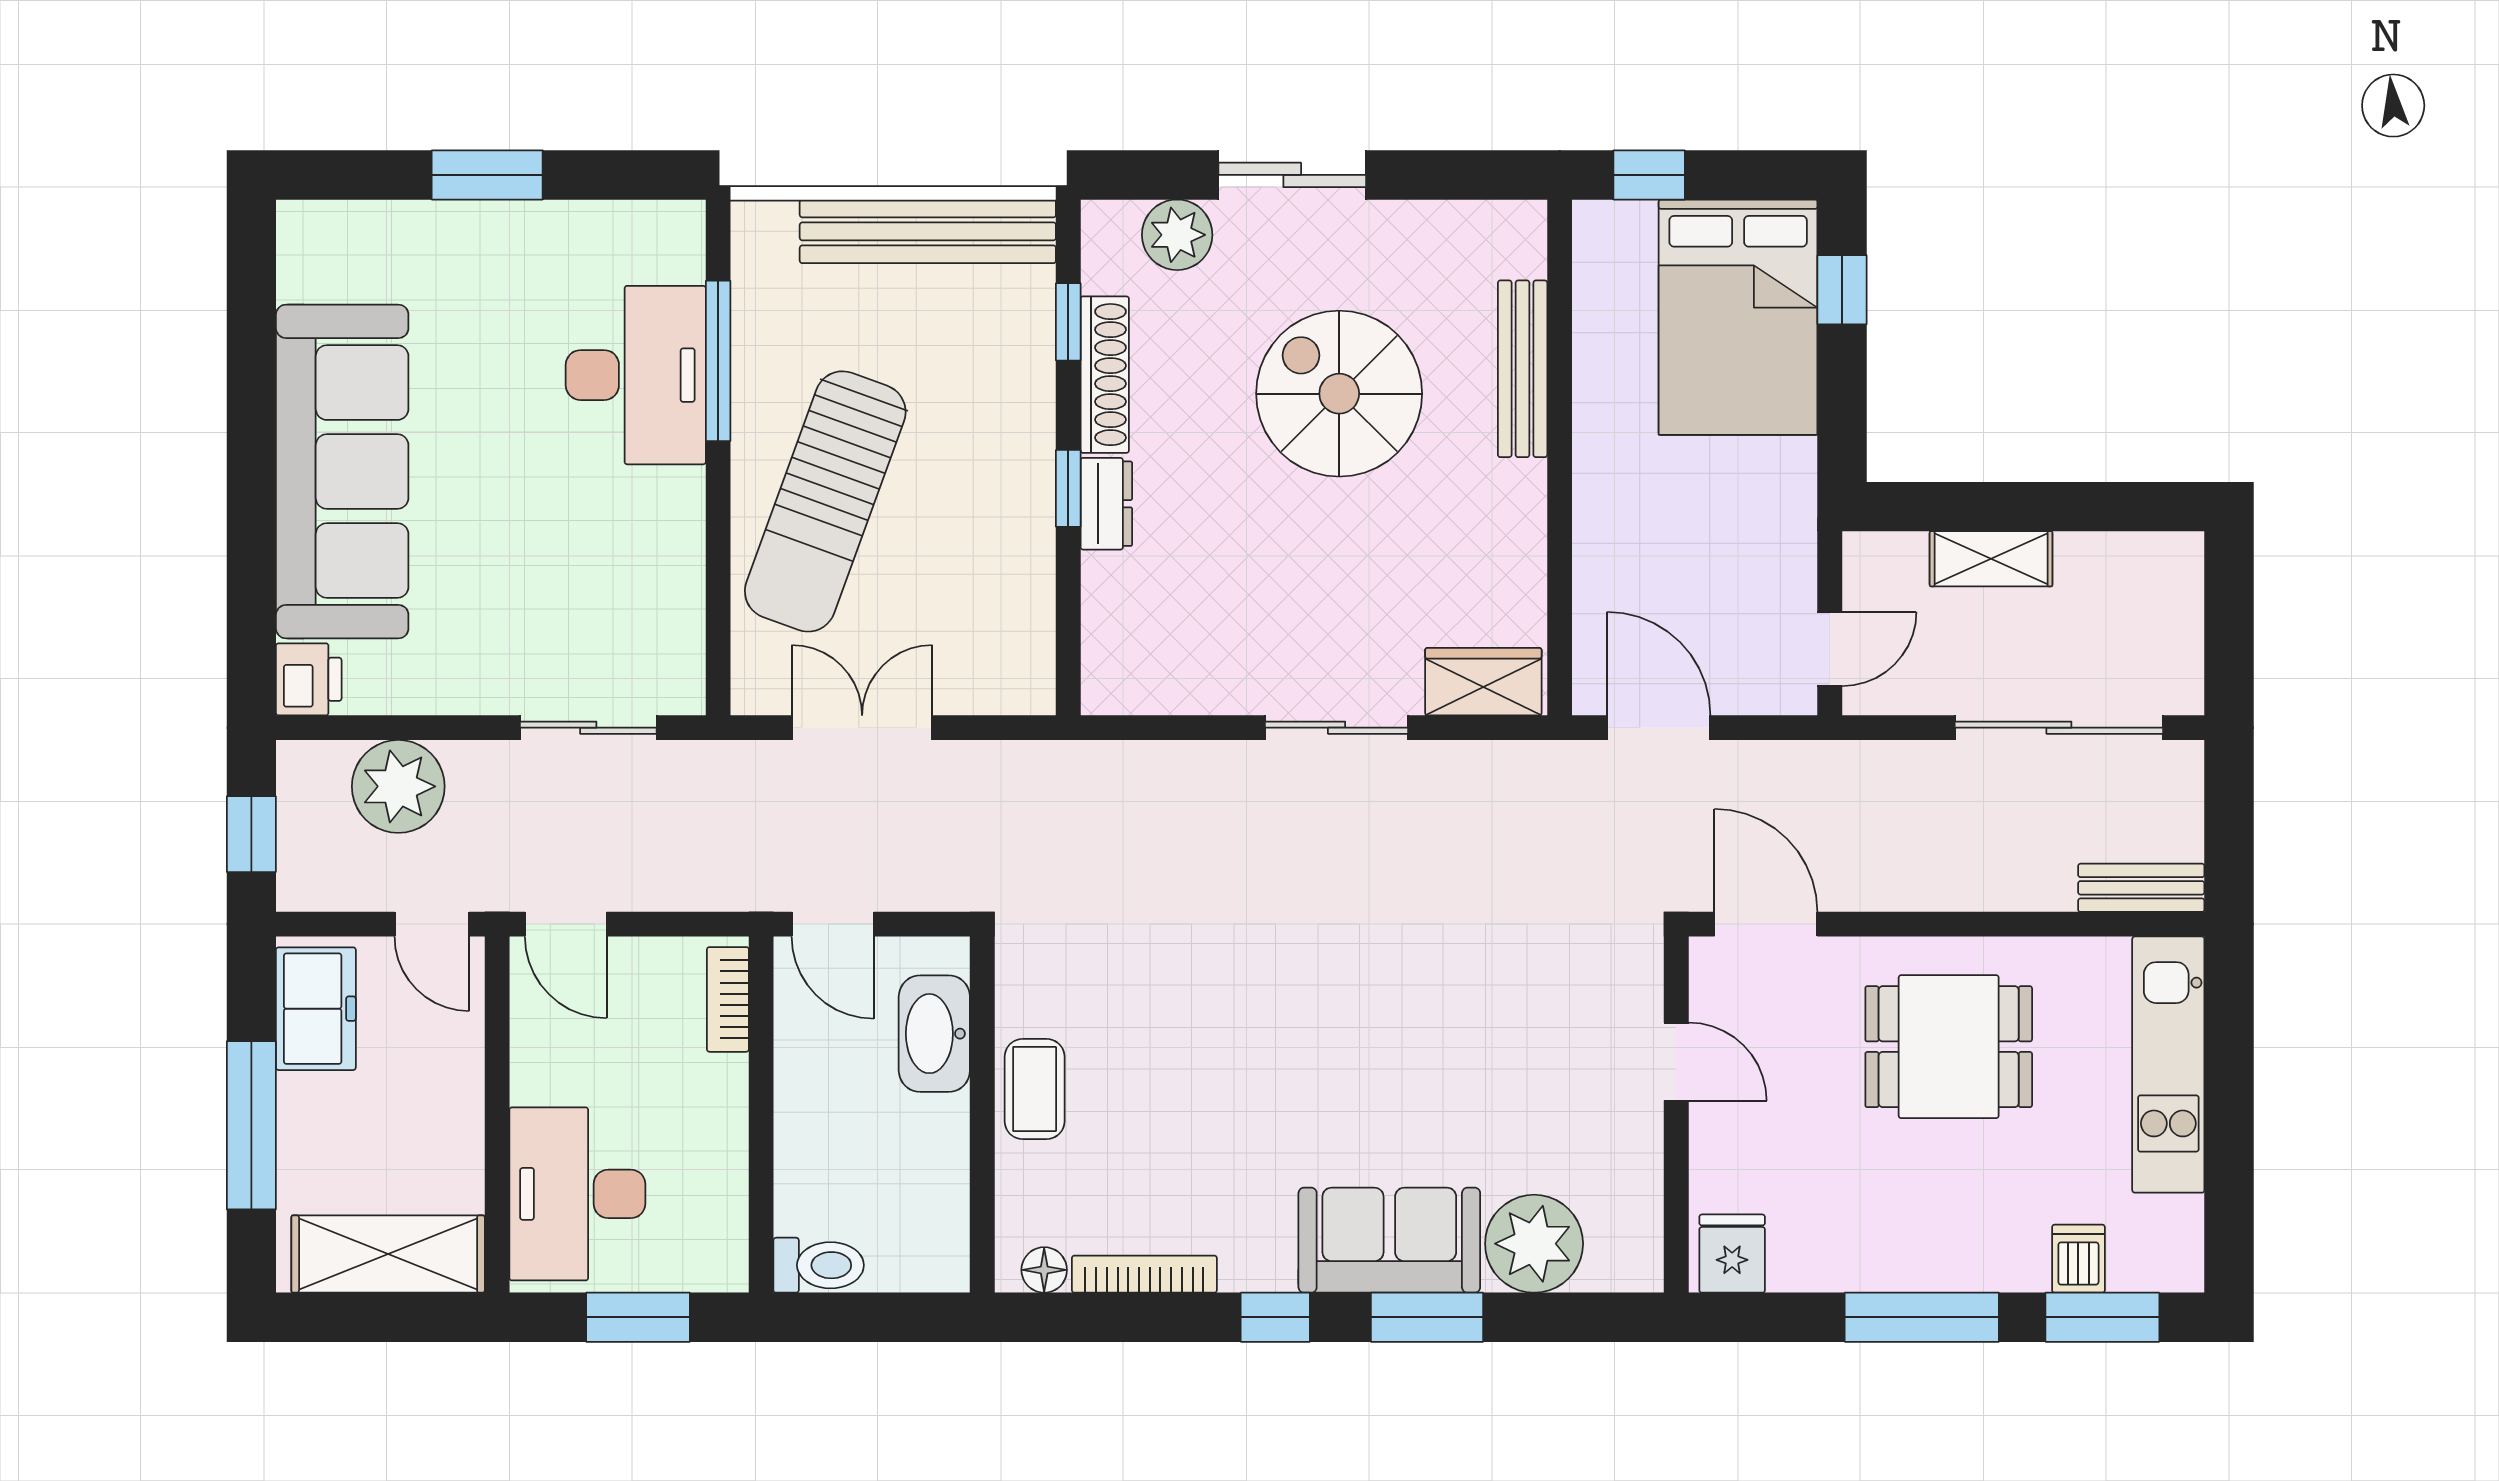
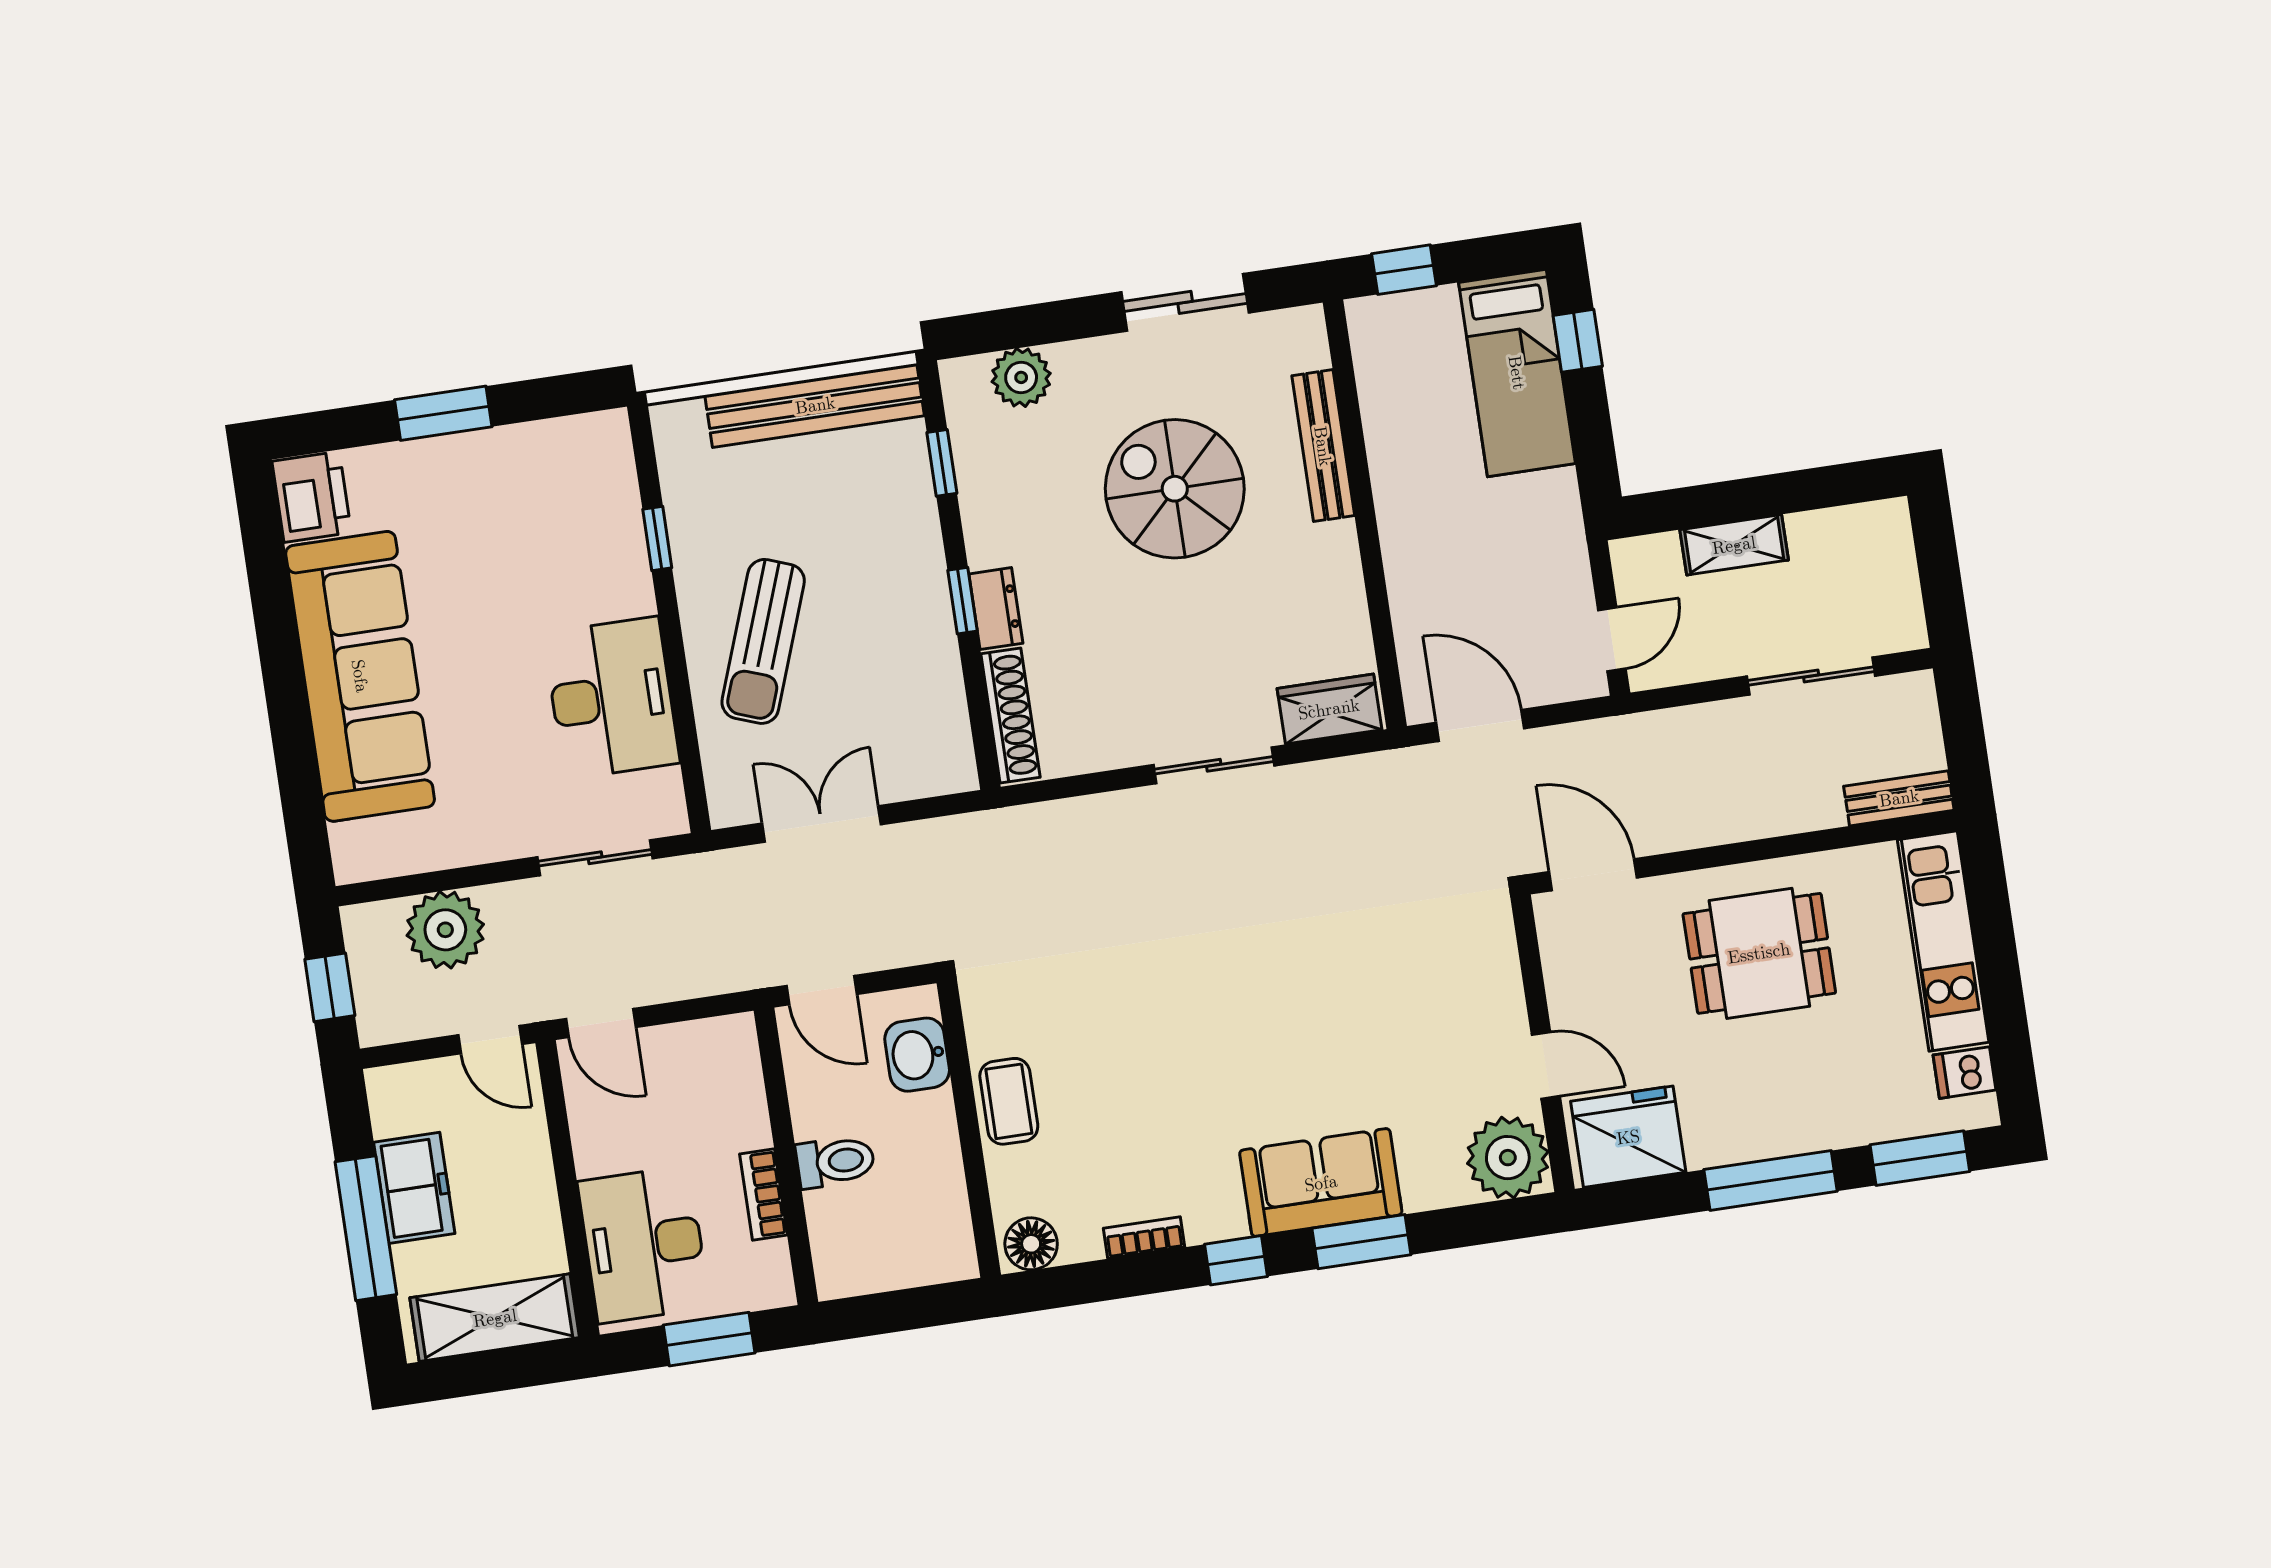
sliding door: (1292, 175) -> (1185, 302), moved
bed: (1738, 317) -> (1517, 373), width x0.67
window: (718, 361) -> (657, 538), width x0.46
desk: (636, 375) -> (611, 698), moved
shoe rack: (1105, 375) -> (1010, 716), moved
sun lounger: (825, 501) -> (763, 641), width x0.73, depth x0.75
printer: (309, 679) -> (312, 497), moved, width x1.36, depth x1.24
sliding door: (2059, 728) -> (1811, 676), width x0.73
bookcase: (728, 999) -> (764, 1195), moved
freezer: (316, 1009) -> (414, 1188), moved
washbasin: (934, 1034) -> (917, 1055), width x0.72
door: (1676, 1062) -> (1546, 1065), moved
plant: (1534, 1244) -> (1508, 1158), moved
fridge: (1732, 1254) -> (1628, 1137), width x1.88, depth x1.34
dishwasher: (2078, 1259) -> (1965, 1073), moved, turned -90
toilet: (819, 1265) -> (835, 1162), moved
floor lamp: (1044, 1270) -> (1031, 1244), width x1.37, depth x1.37
bookcase: (1144, 1274) -> (1144, 1238), width x0.64

